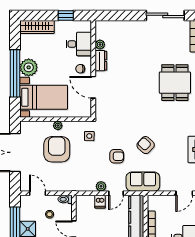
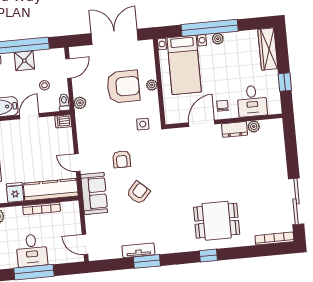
plant: (29, 67) -> (218, 39), width x0.53, depth x0.53
plant: (101, 186) -> (80, 103), moved
dishwasher: (100, 202) -> (63, 121), moved

